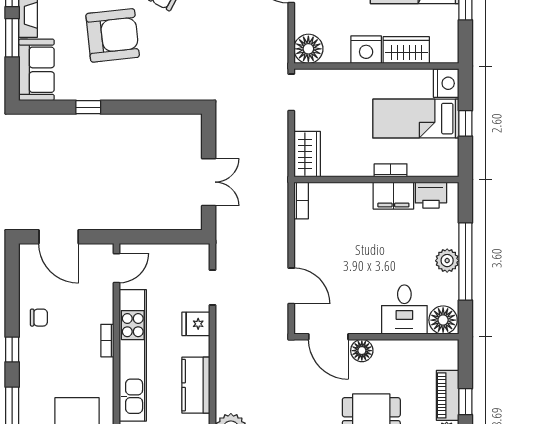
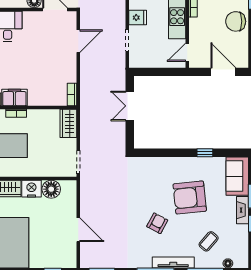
floor lamp: (308, 49) -> (51, 189), moved
door: (291, 286) -> (78, 41), swing flipped
chair: (39, 318) -> (236, 21), width x1.87, depth x1.87

